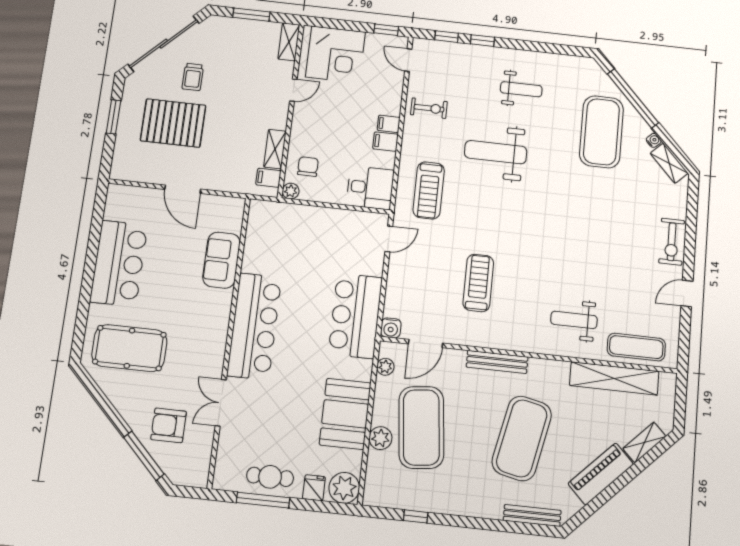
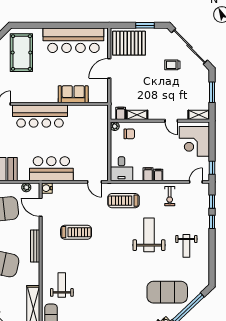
pallet: (173, 123) -> (129, 43), moved, turned 90
bar counter: (119, 263) -> (73, 40), width x1.36

